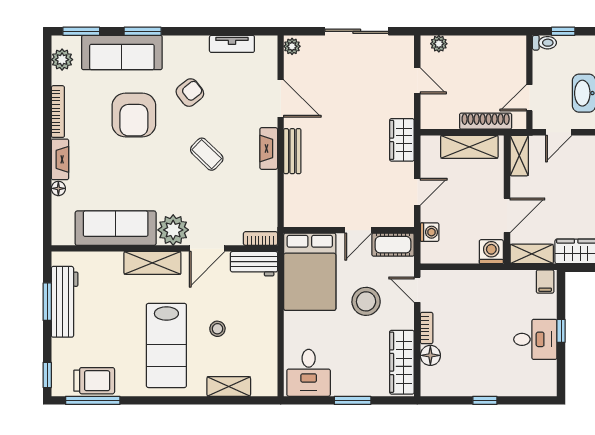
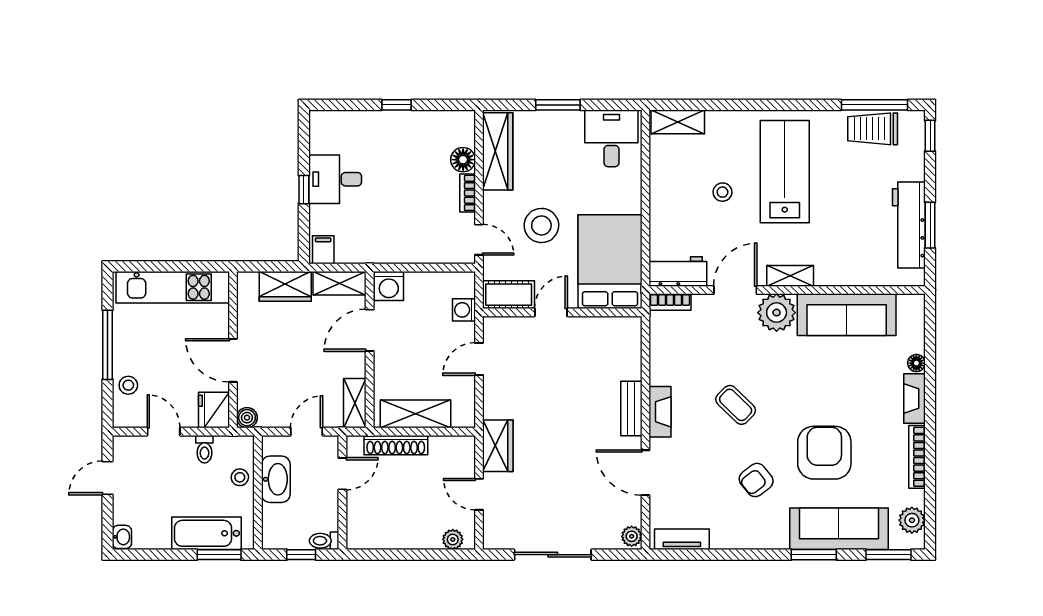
tv unit: (232, 44) -> (682, 539), moved
wardrobe: (402, 140) -> (498, 446), moved
shelving: (152, 263) -> (790, 276), width x0.67, depth x0.75
shelving: (229, 386) -> (678, 122), moved

